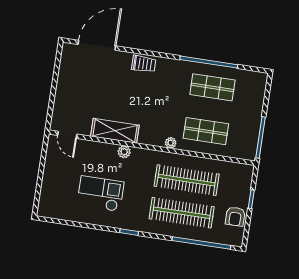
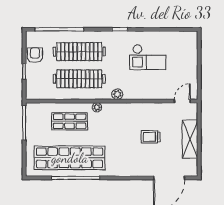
trolley: (144, 64) -> (151, 137), moved
shop shelf: (212, 87) -> (70, 158), width x2.00, depth x1.36
shelving: (115, 131) -> (190, 139), moved, turned 90
door: (67, 135) -> (182, 101), hinge flipped
plant: (124, 152) -> (117, 94), moved

